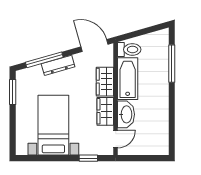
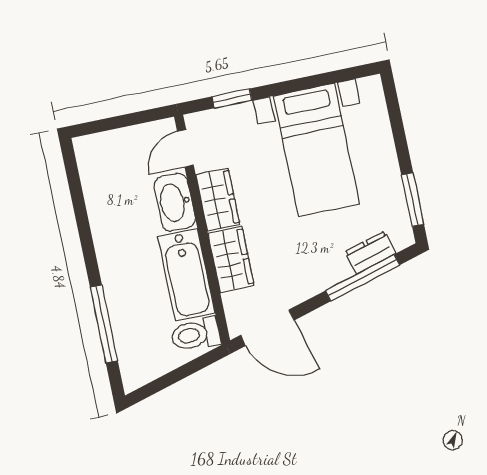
dresser: (58, 65) -> (370, 253), moved, width x0.70

